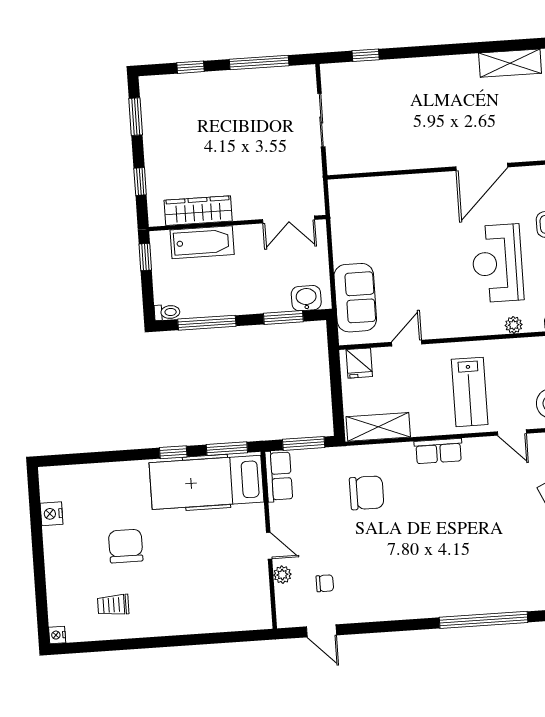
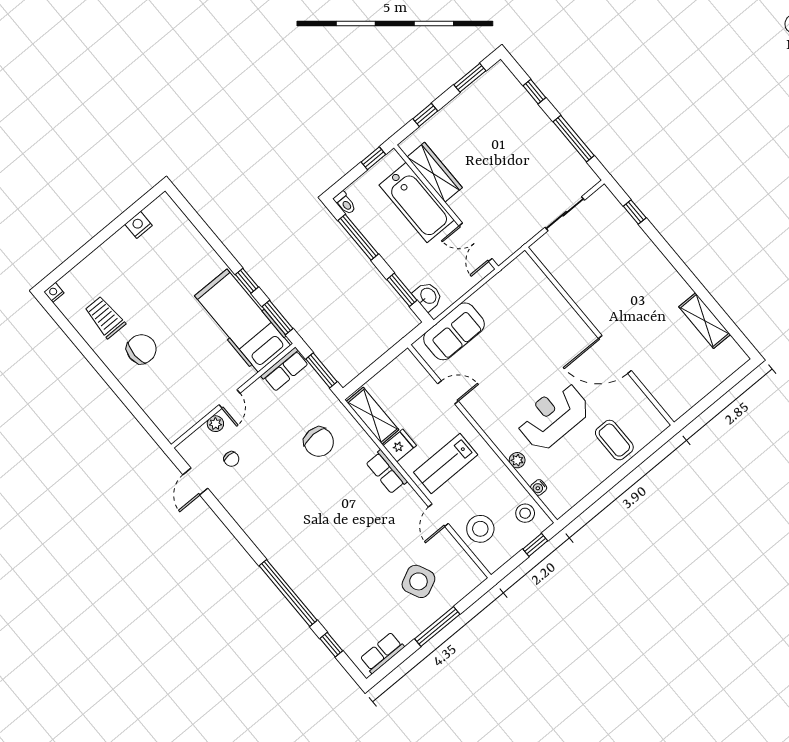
bathtub: (202, 242) -> (417, 202), width x1.36, depth x1.36
fridge: (359, 363) -> (400, 446), moved, turned 180
chair: (126, 546) -> (141, 349), moved
trolley: (113, 605) -> (105, 317), width x1.36, depth x1.39

